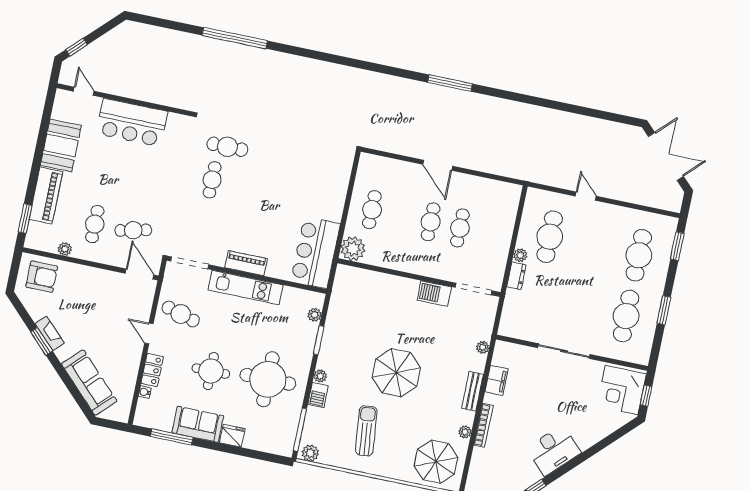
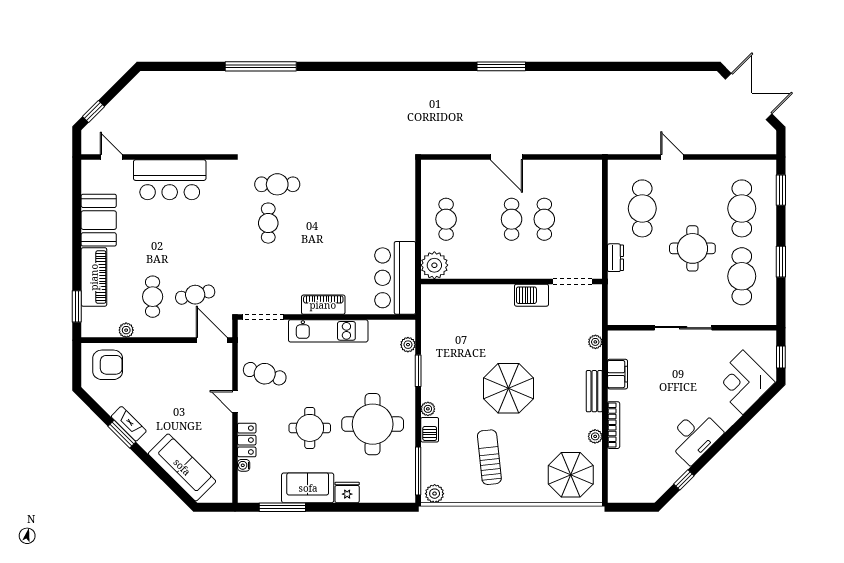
plant: (520, 255) -> (615, 235), removed
round table: (587, 282) -> (692, 248), added
corner desk: (622, 390) -> (743, 382), moved, turned 45

